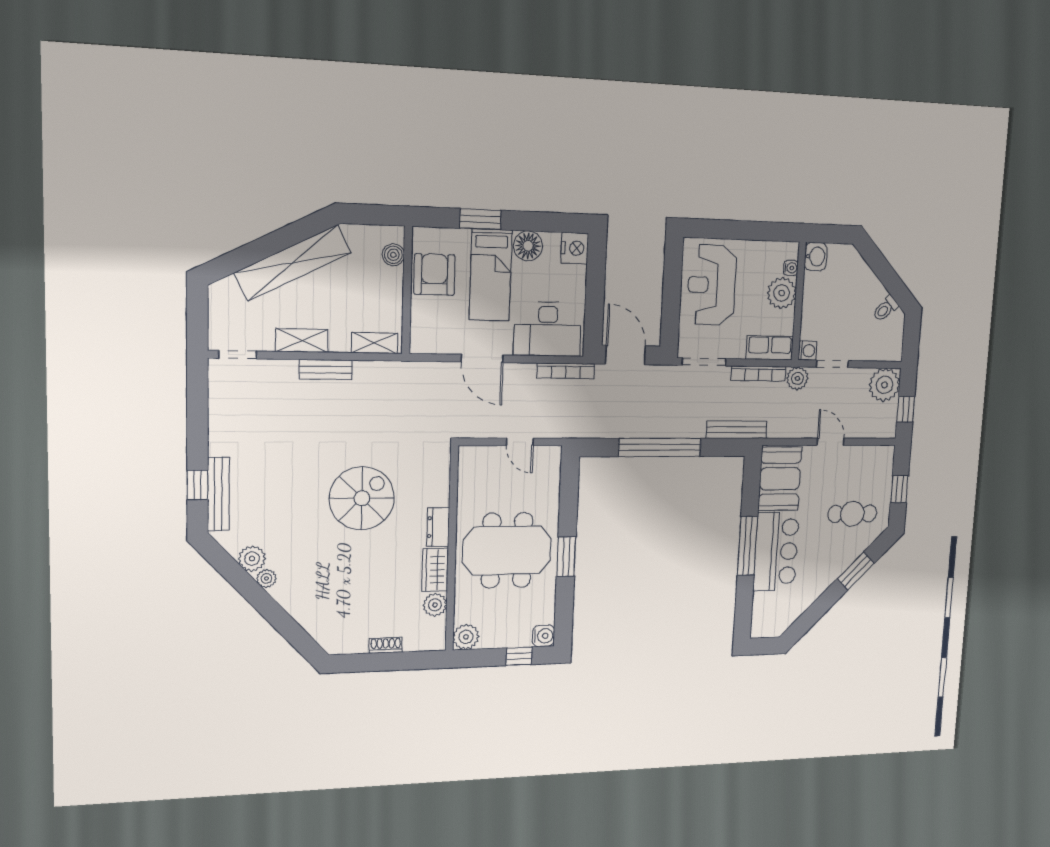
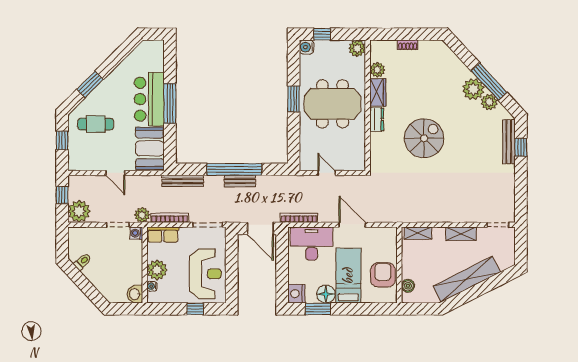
window: (480, 219) -> (318, 309), moved
window: (730, 230) -> (195, 309), added
armchair: (434, 275) -> (383, 275), turned 180
bench: (326, 370) -> (240, 181), moved
spiral stairs: (362, 498) -> (424, 138), turned 180
plant: (266, 578) -> (473, 89), width x1.87, depth x1.87
window: (252, 592) -> (489, 82), added

